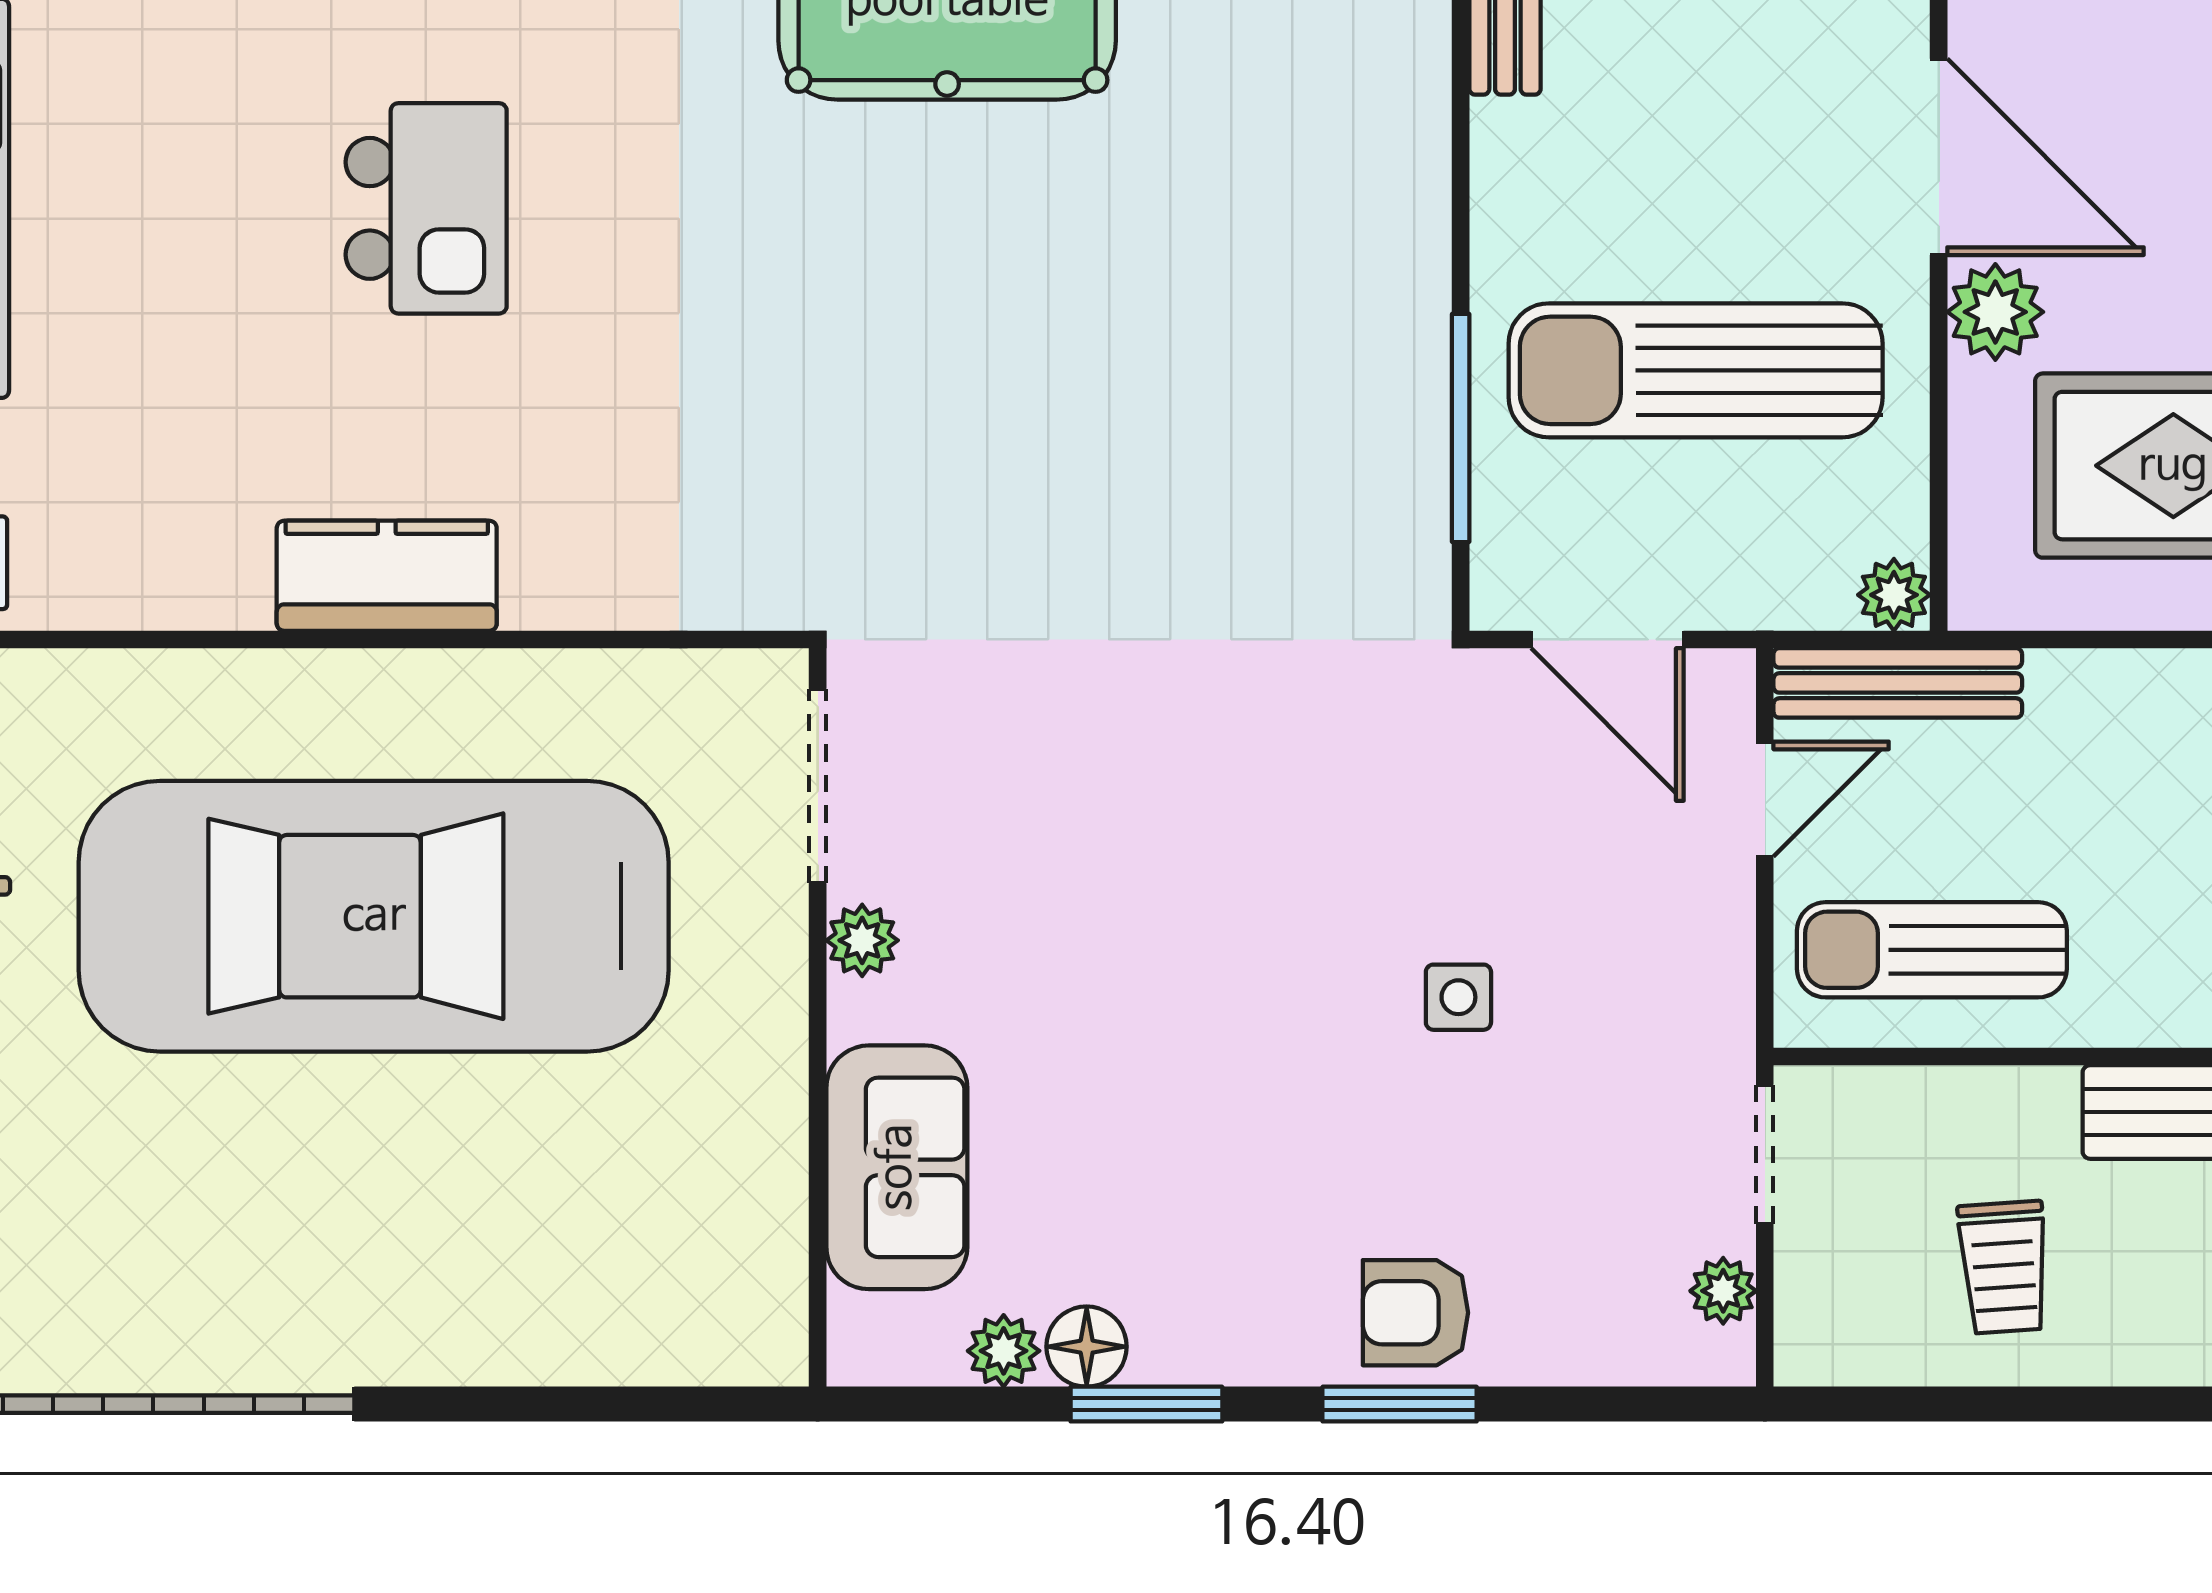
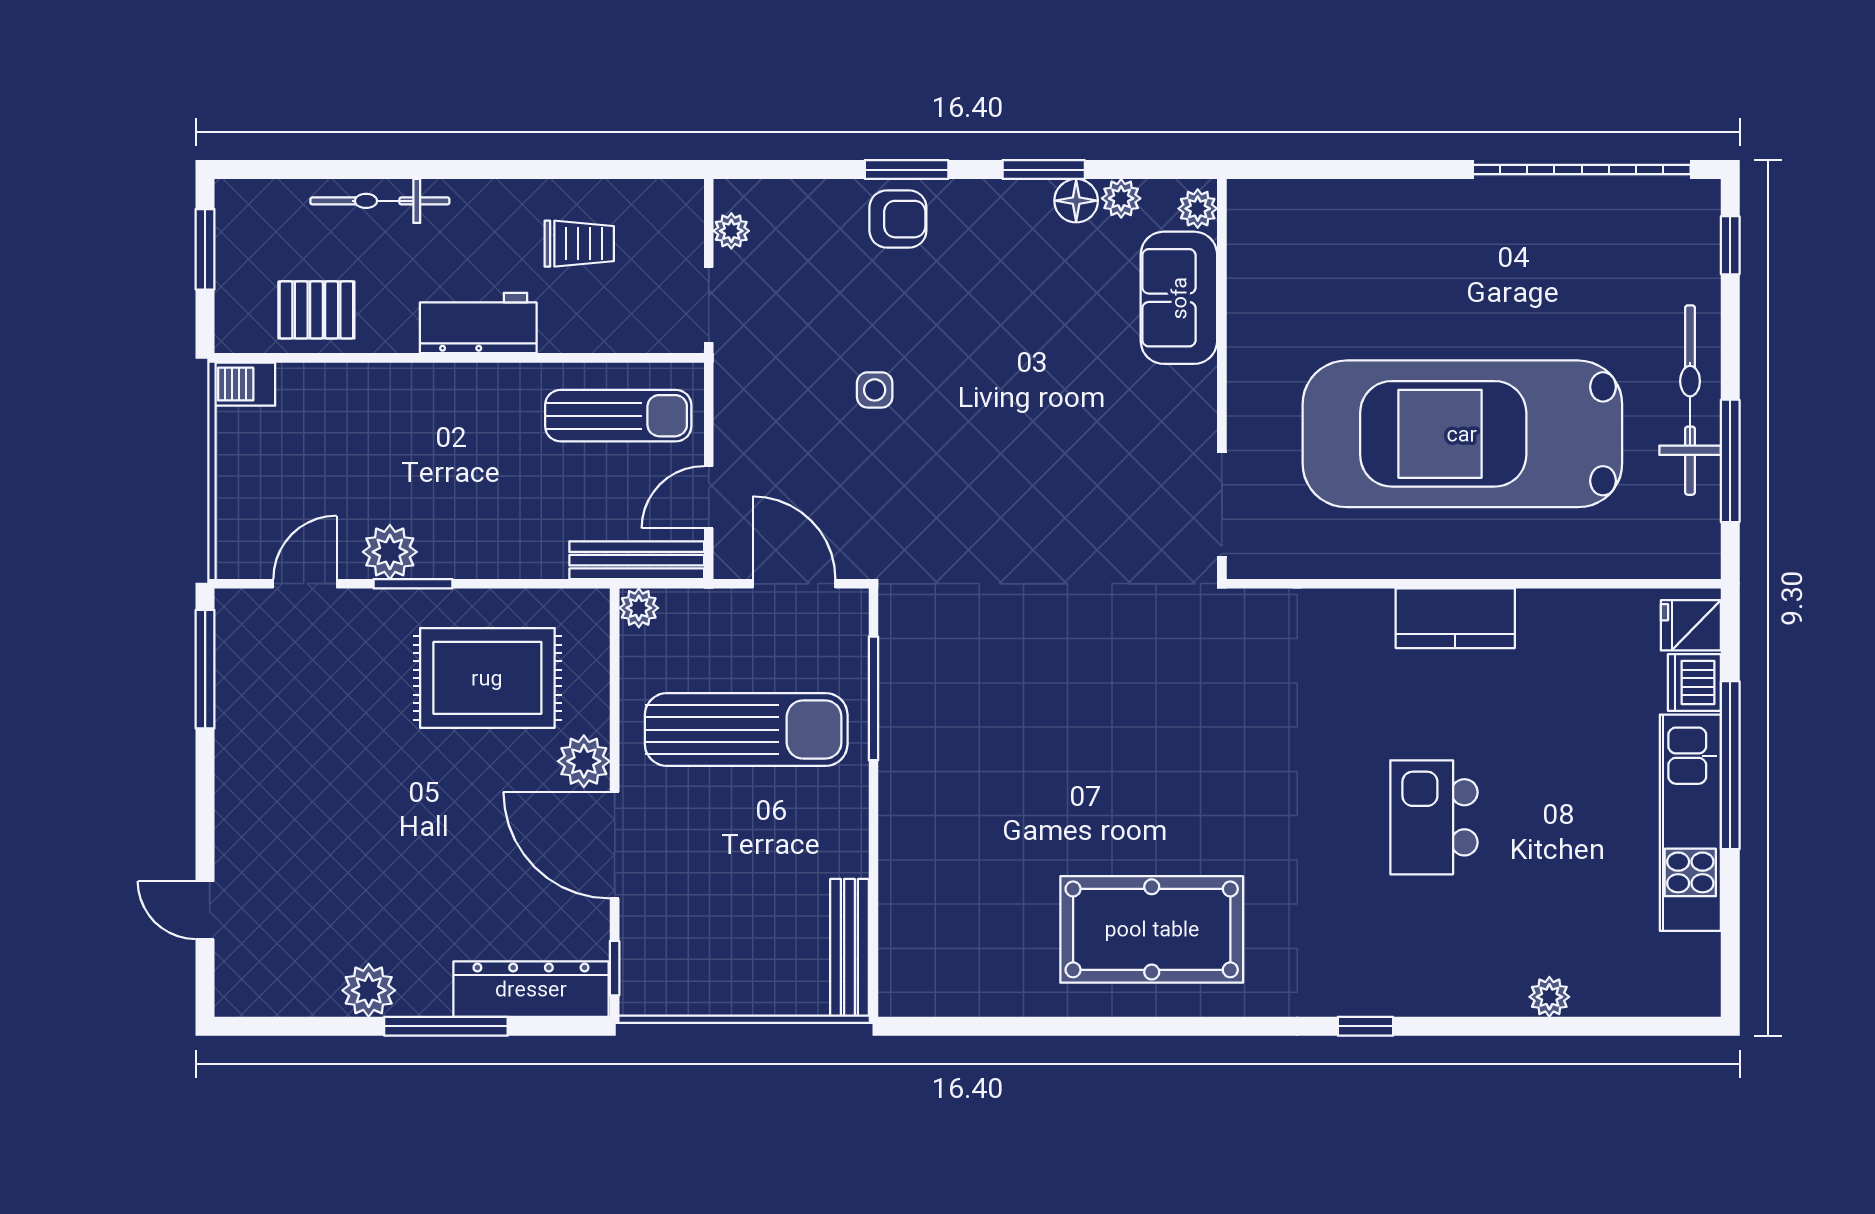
car: (374, 916) -> (1462, 434), turned 180
plant: (862, 940) -> (1198, 209), moved
trolley: (2004, 1267) -> (579, 244), turned 94

